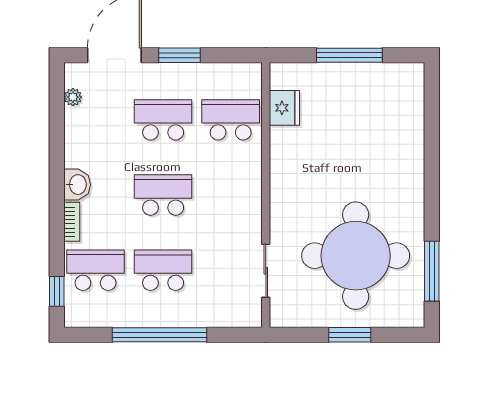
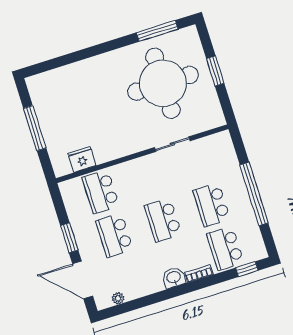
sliding door: (266, 271) -> (172, 144), moved

